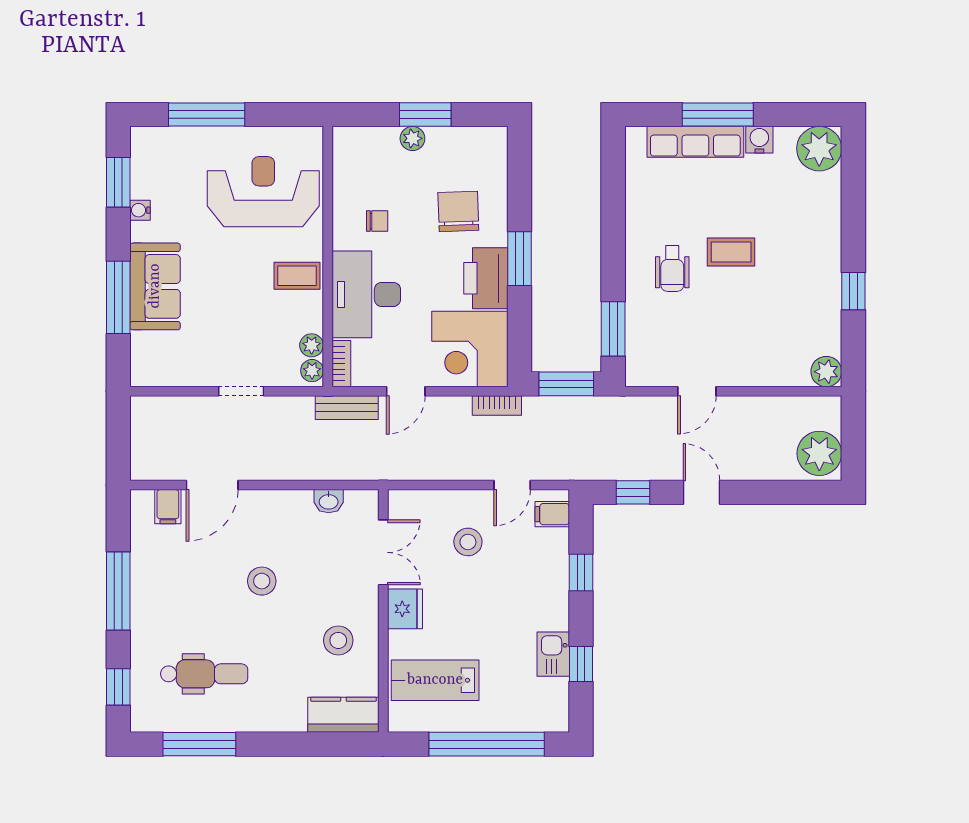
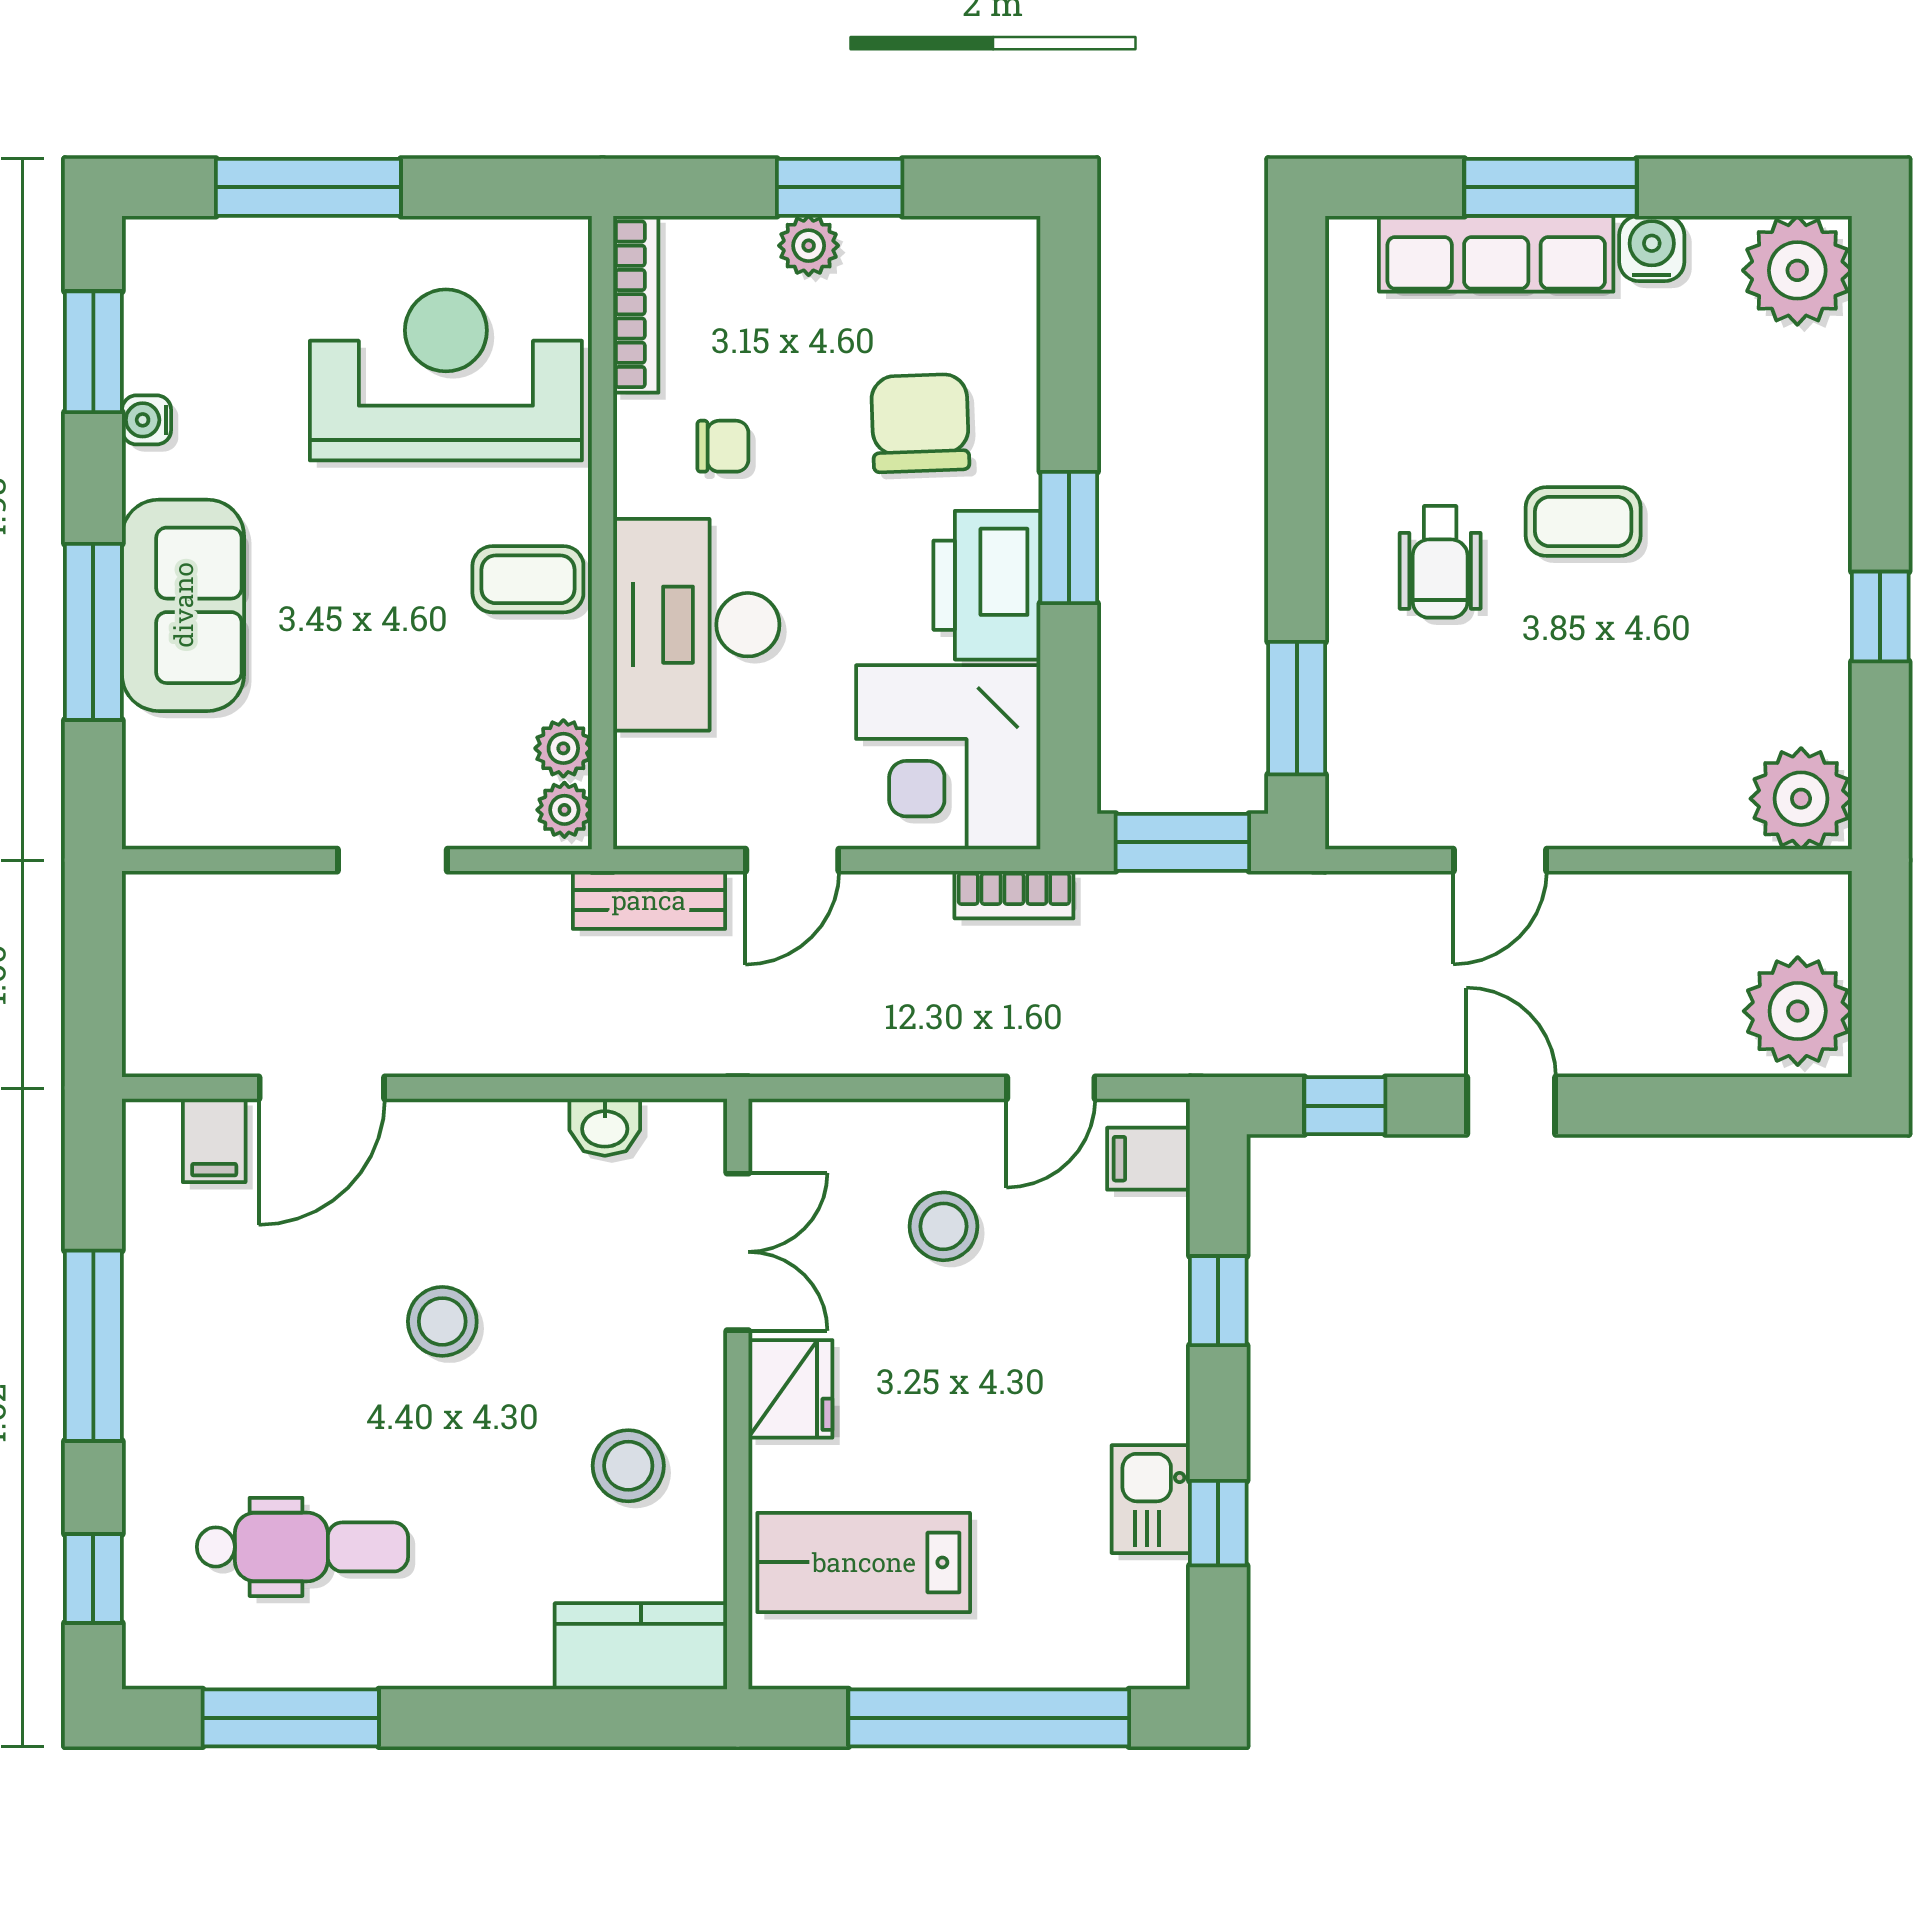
bookcase: (341, 364) -> (636, 304), moved, width x1.56
plant: (826, 372) -> (1801, 799), width x1.36, depth x1.36

